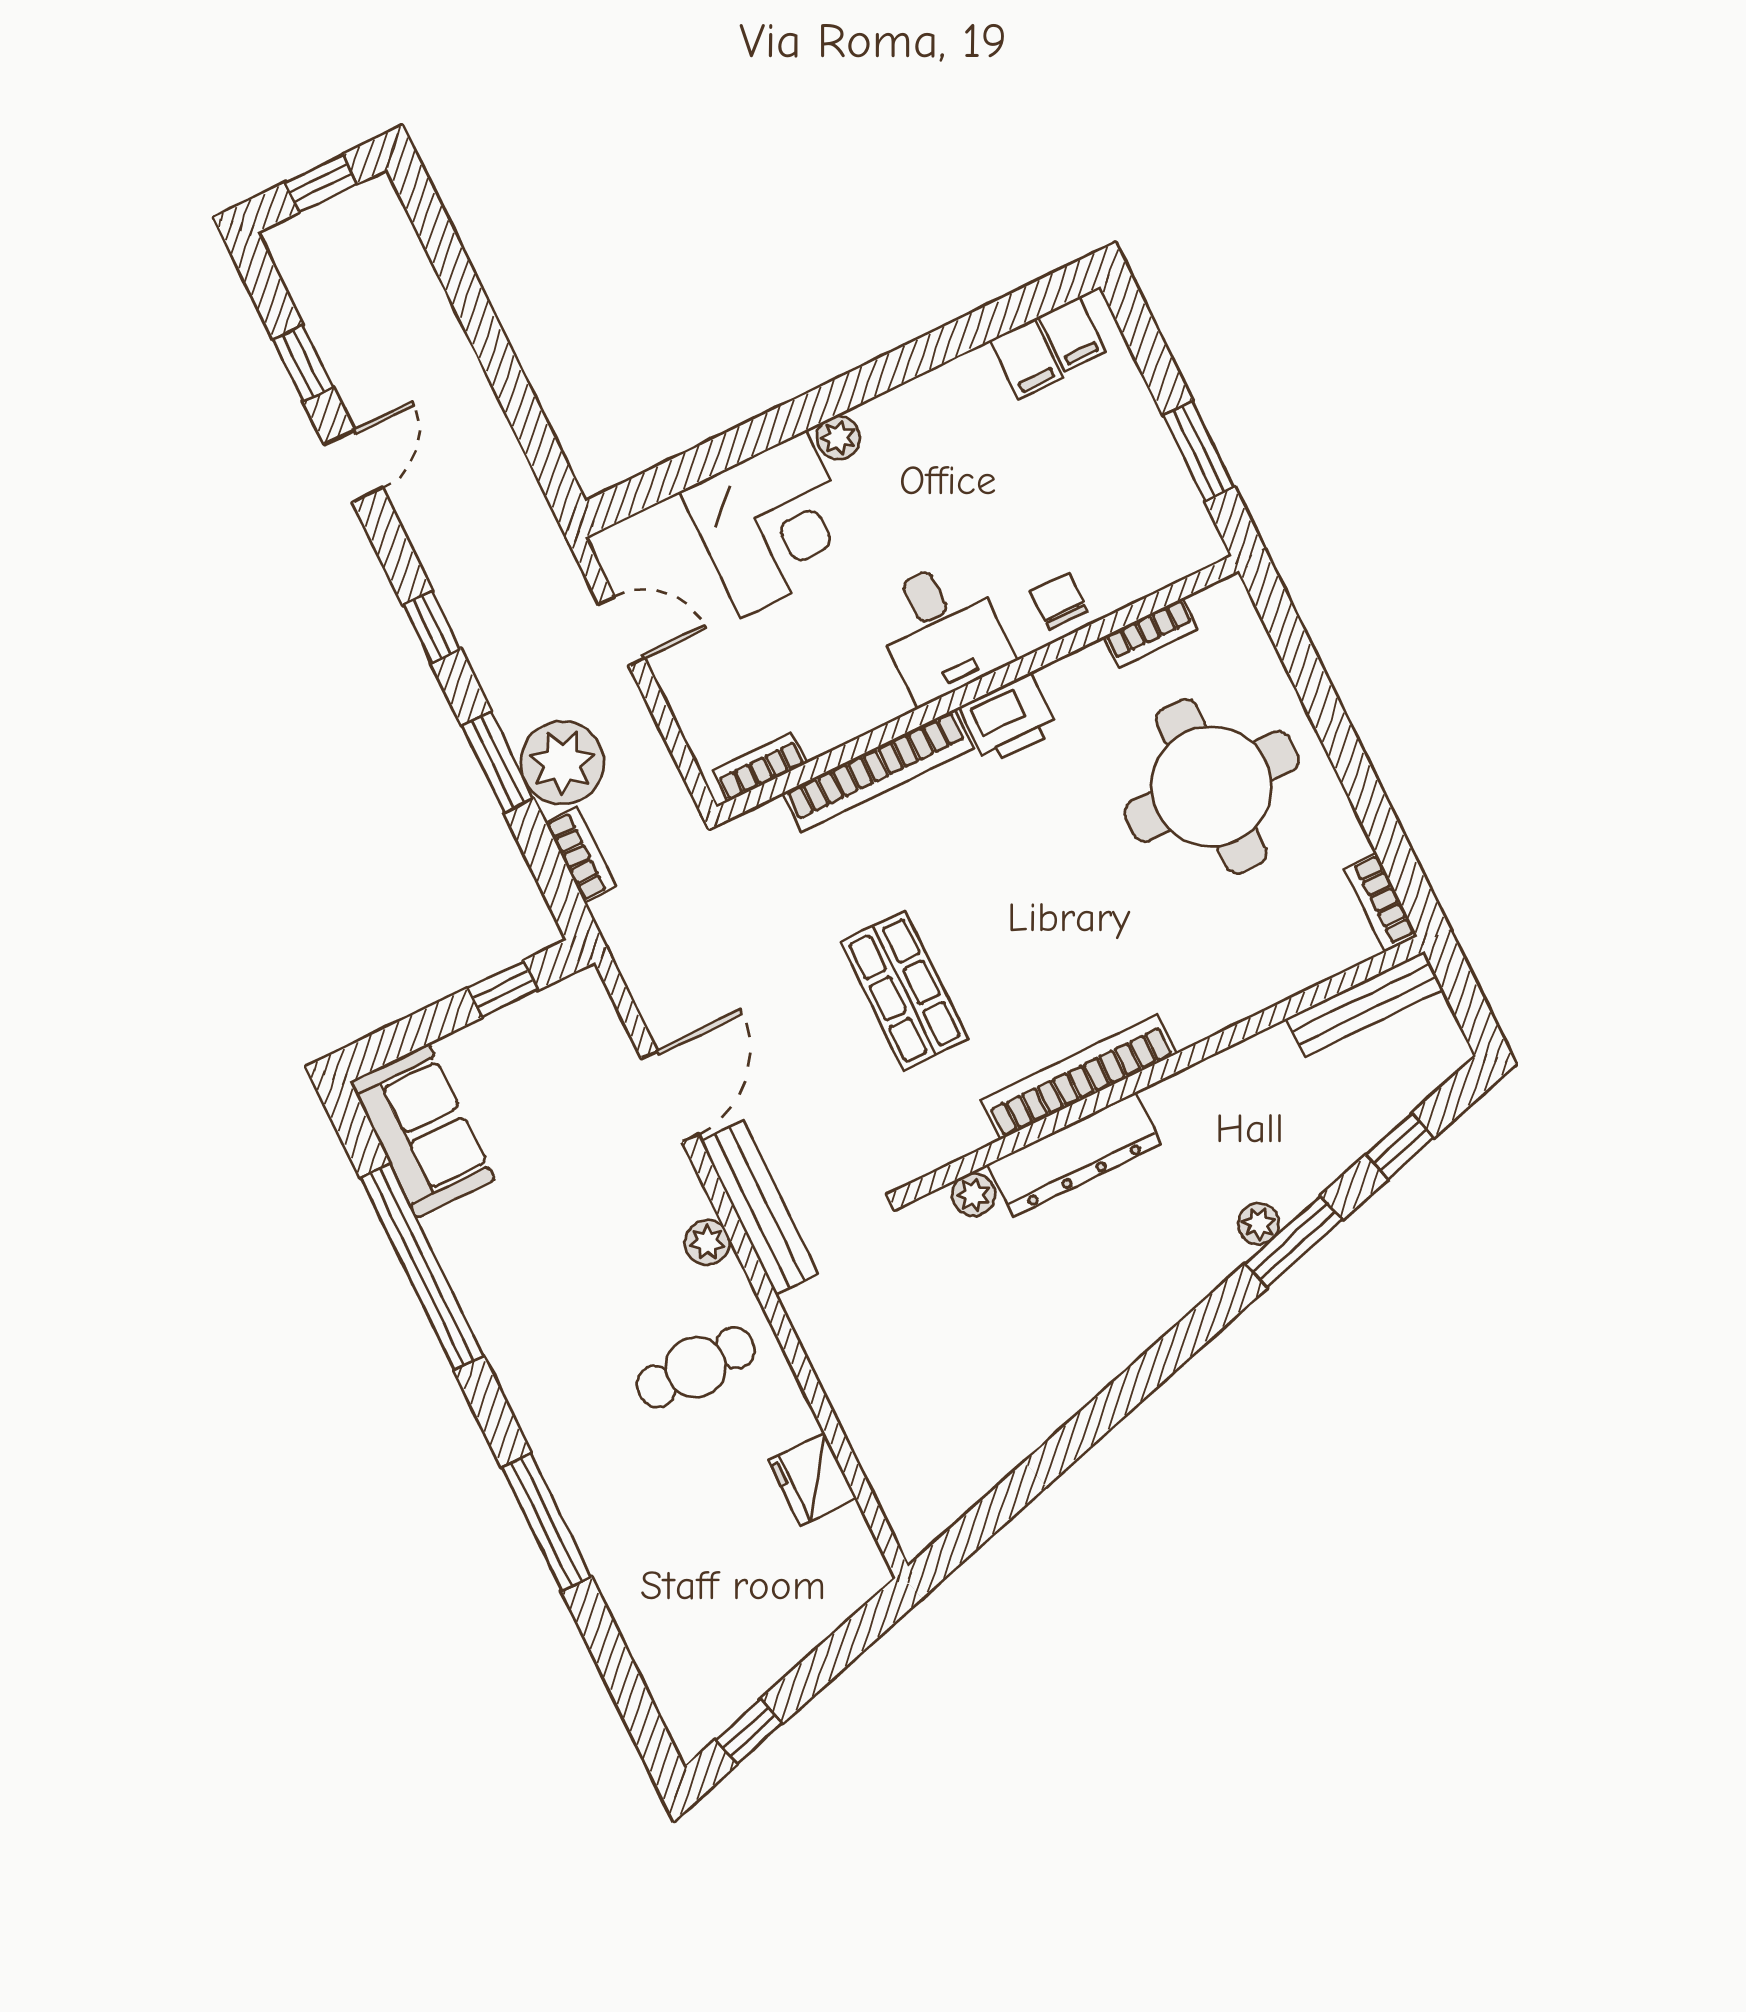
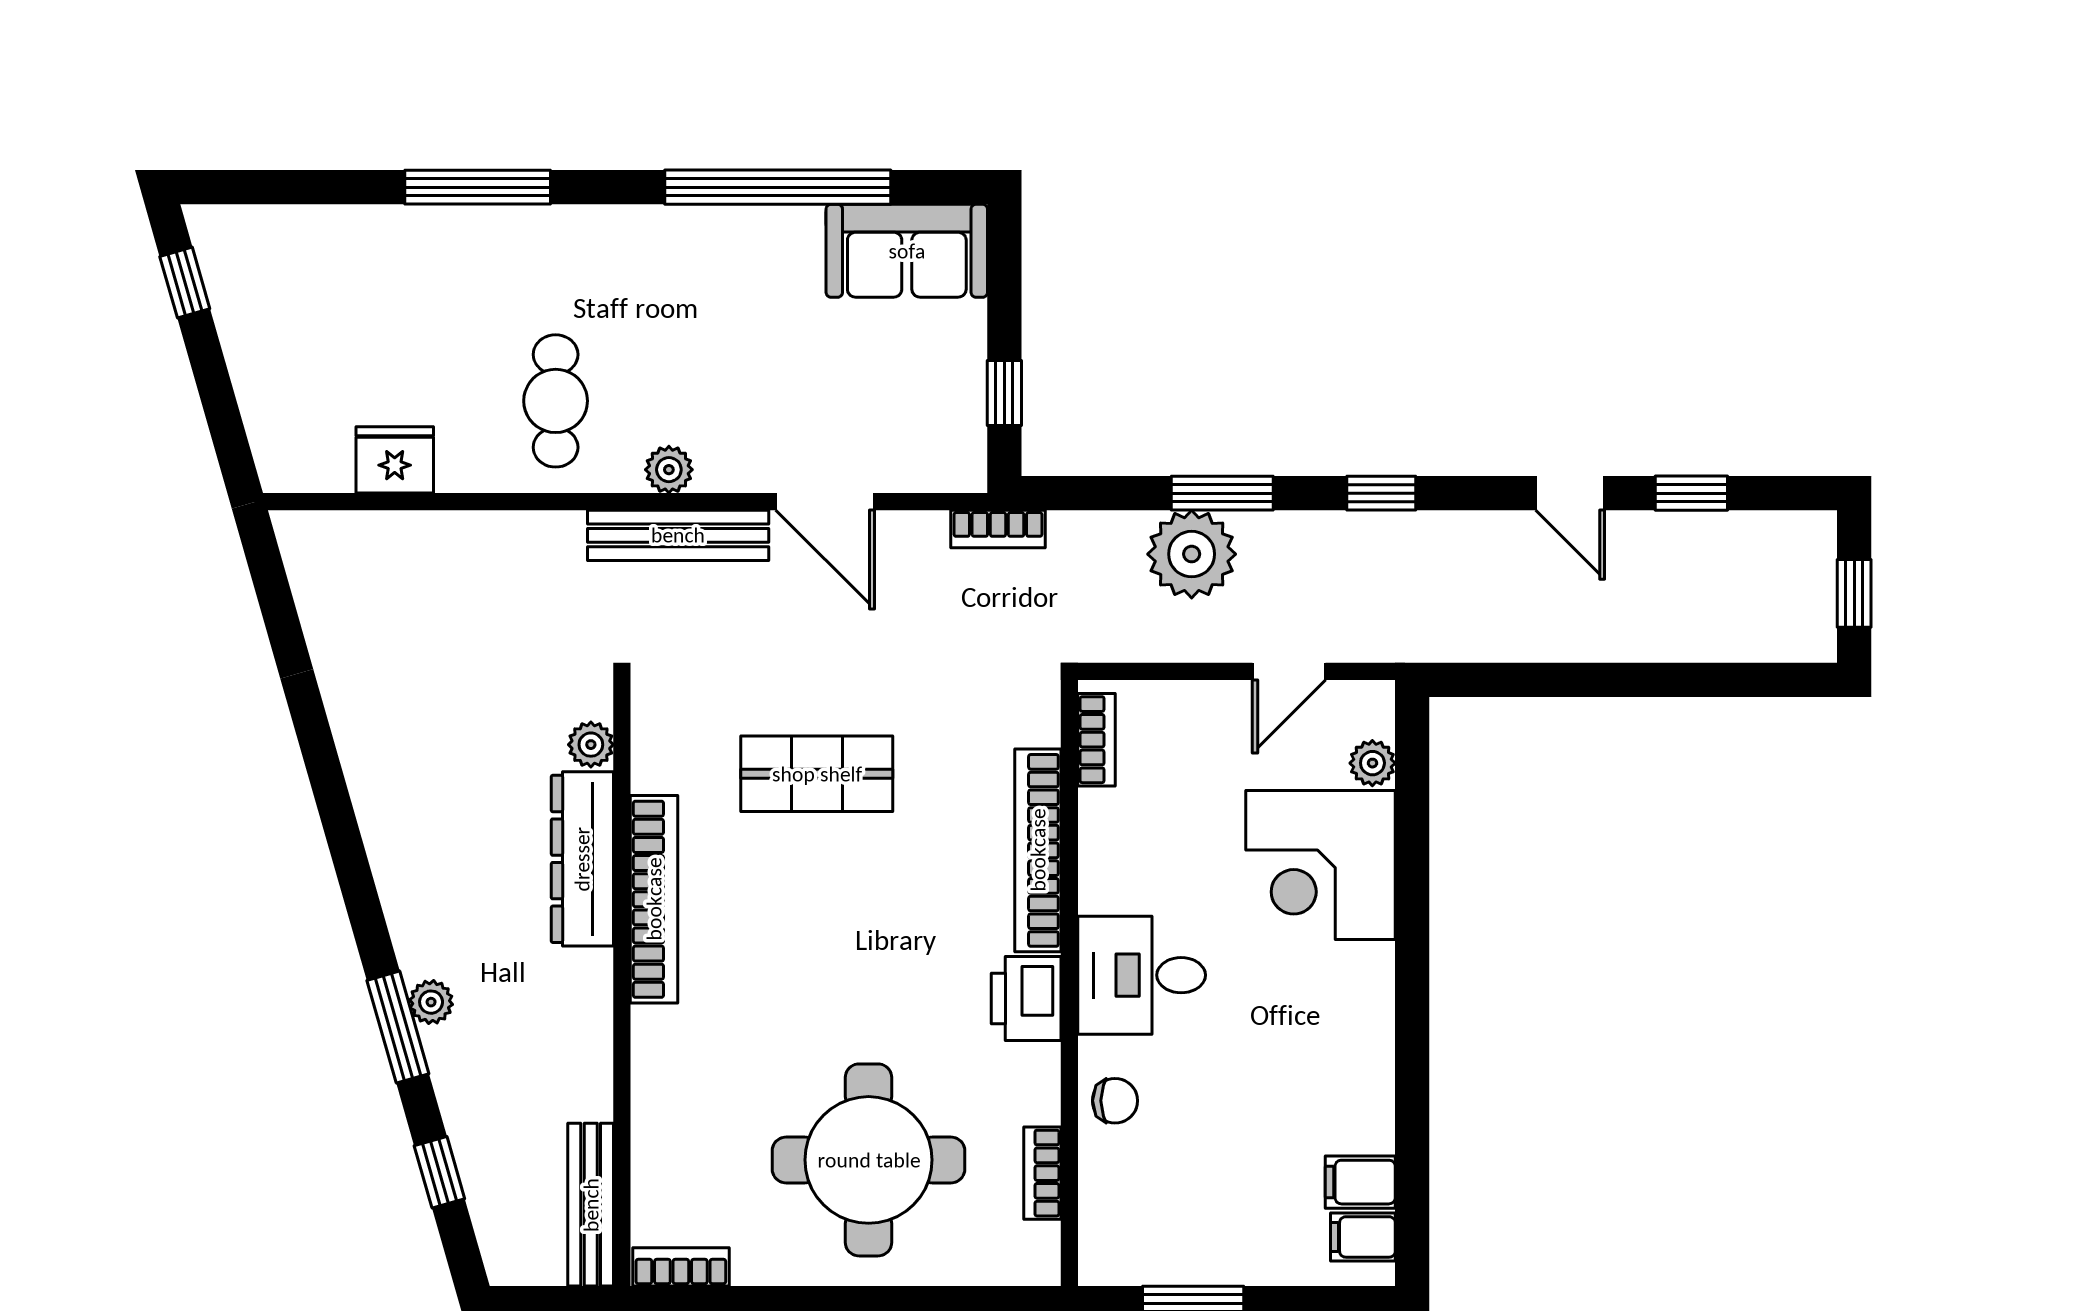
plant: (838, 438) -> (1372, 763), moved
bookcase: (581, 855) -> (998, 529), moved

